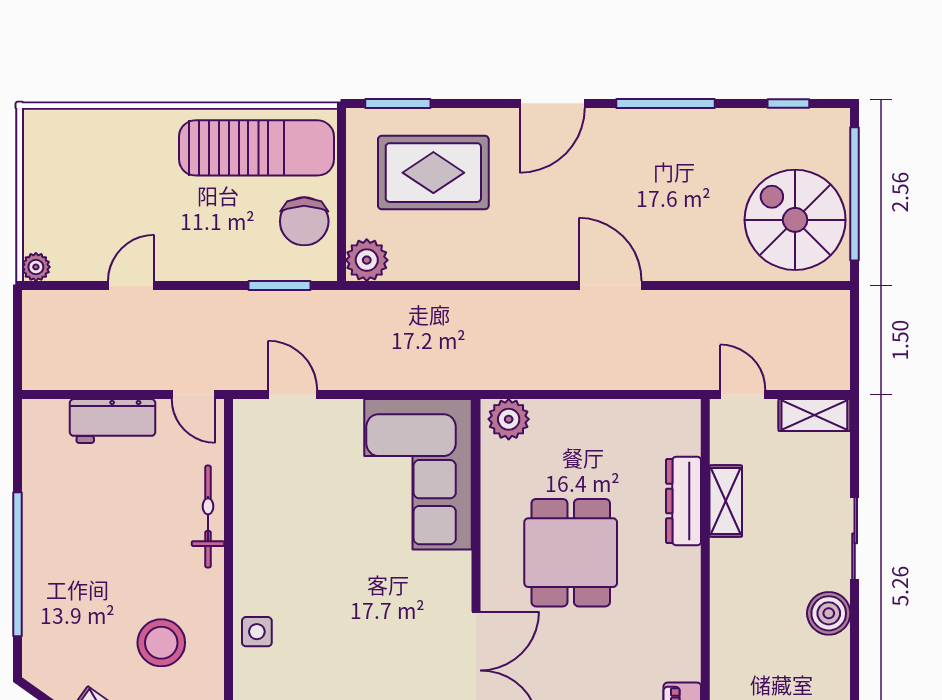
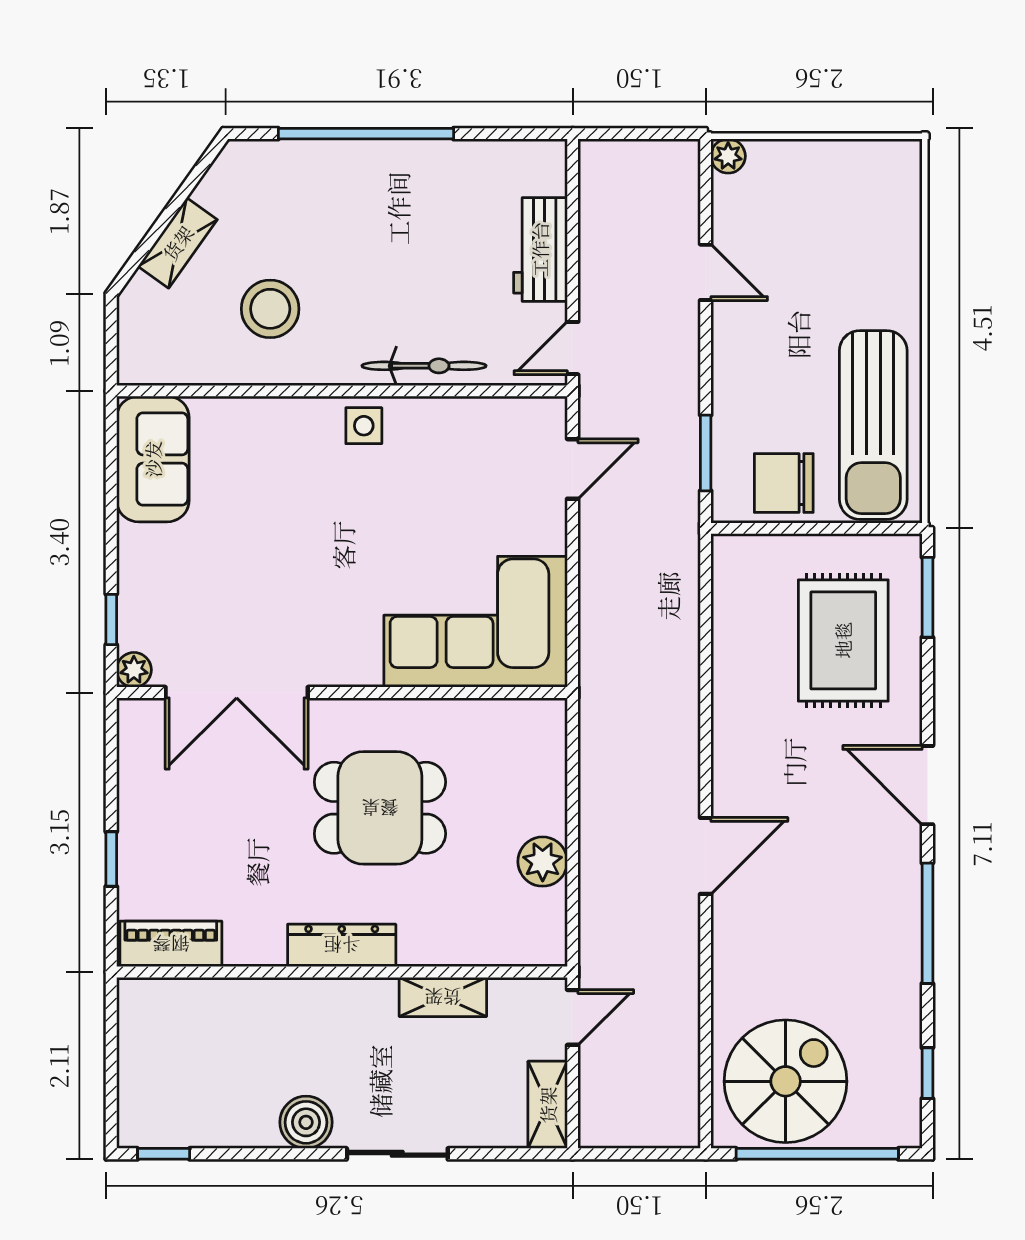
plant: (367, 260) -> (737, 559), removed
plant: (509, 419) -> (543, 862), moved
dresser: (684, 501) -> (342, 945), moved
side table: (257, 632) -> (364, 426), moved

